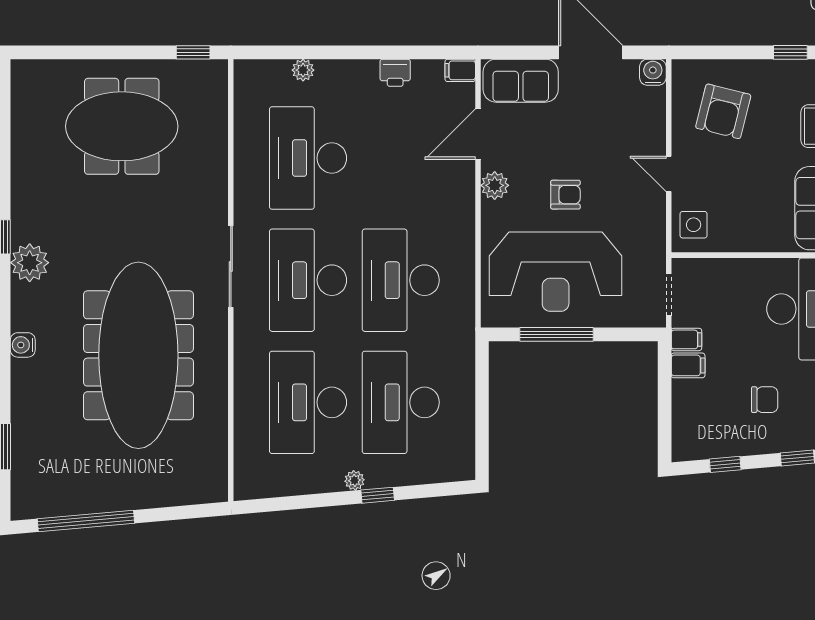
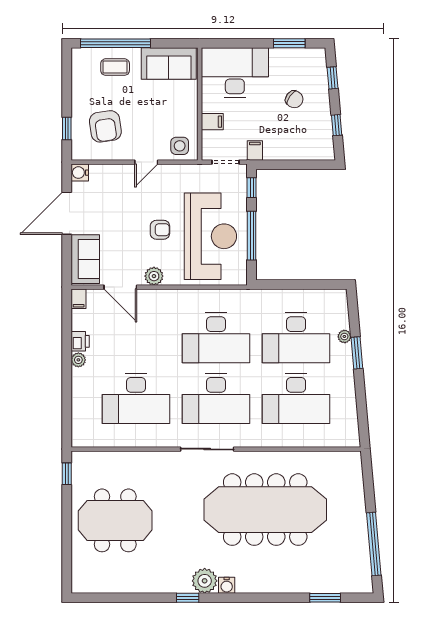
window: (790, 52) -> (67, 129), moved
plant: (303, 70) -> (78, 360), moved
armchair: (723, 111) -> (105, 126), turned 68
meeting table: (122, 126) -> (115, 520), turned 90
armchair: (565, 195) -> (160, 230), turned 90
window: (630, 334) -> (252, 188), added
water cooler: (23, 345) -> (227, 585), moved
filing cabinet: (688, 365) -> (212, 122), moved, turned 90
chair: (765, 400) -> (294, 99), turned 125
plant: (355, 480) -> (344, 336), moved
window: (378, 495) -> (357, 353), width x1.50

